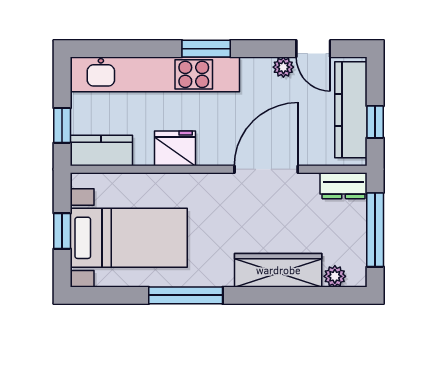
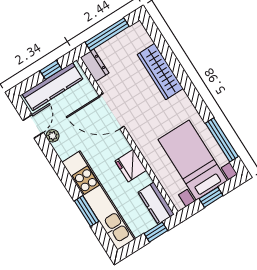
window: (206, 49) -> (87, 211), moved
plant: (335, 276) -> (145, 40), removed
window: (186, 295) -> (222, 140), moved

